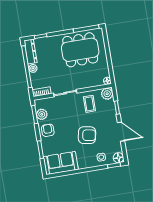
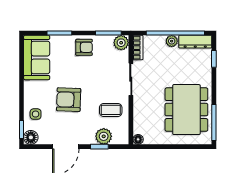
plant: (107, 94) -> (104, 136), moved
plant: (42, 114) -> (121, 43), moved
armchair: (87, 135) -> (69, 100), turned 82

